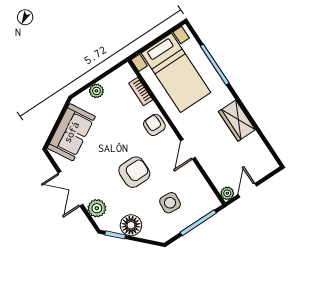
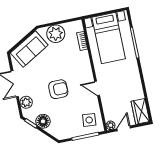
plant: (96, 91) -> (56, 34), width x1.87, depth x1.87
wardrobe: (237, 121) -> (140, 111), moved
armchair: (154, 125) -> (82, 65), removed
door: (188, 149) -> (97, 88), hinge flipped
side table: (170, 203) -> (89, 120), moved

